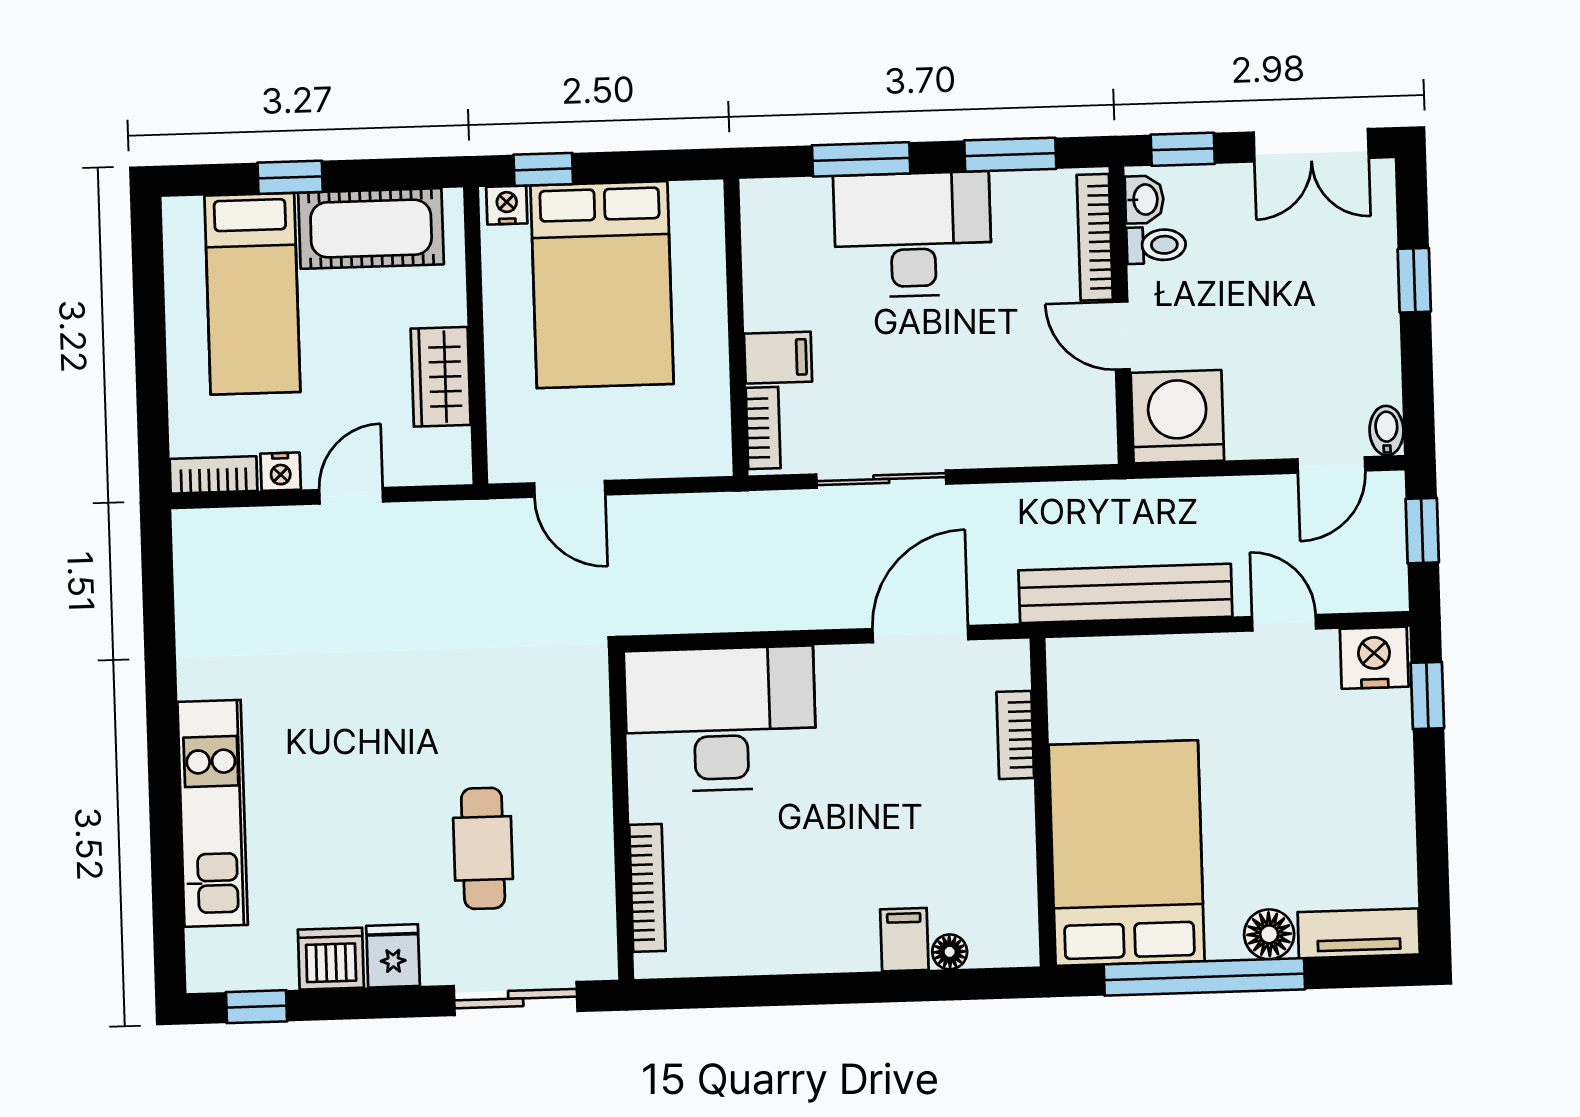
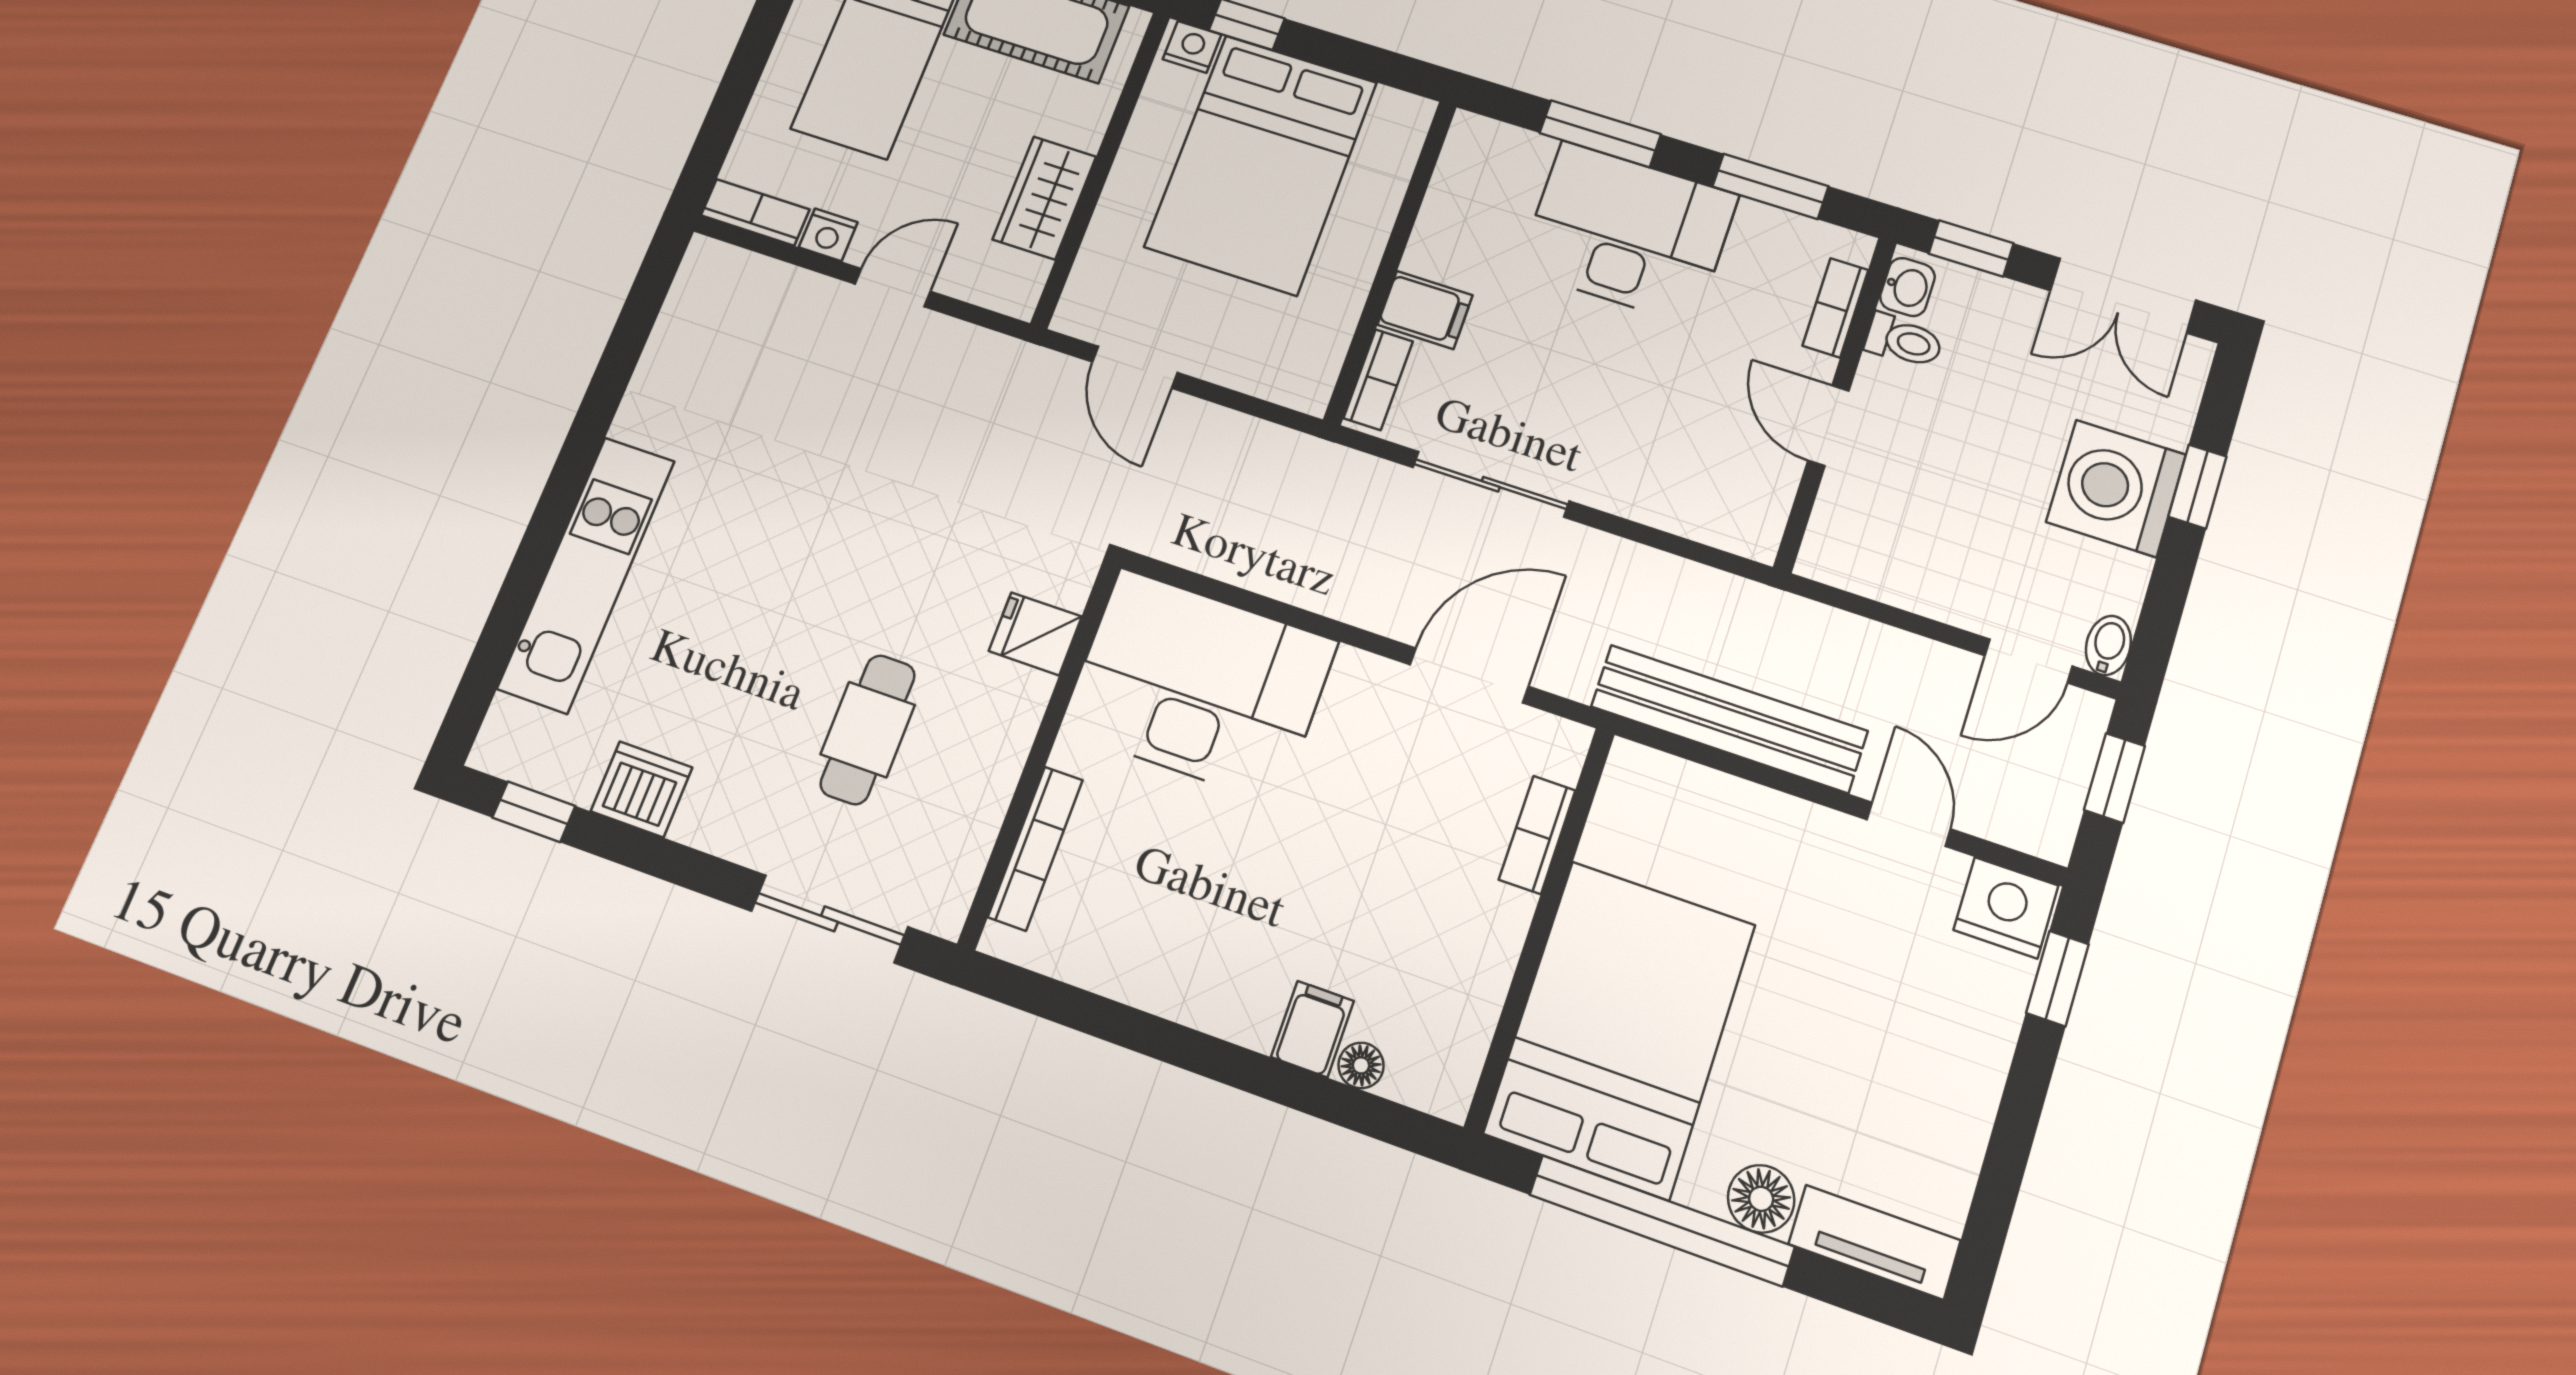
bookcase: (1095, 237) -> (1835, 308), width x0.64
washing machine: (1177, 417) -> (2116, 488), moved, turned -90
fridge: (393, 956) -> (1035, 634), moved, turned -90

